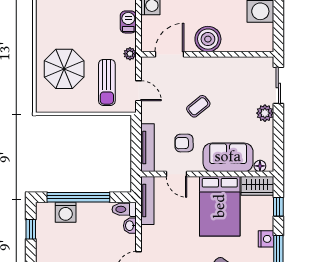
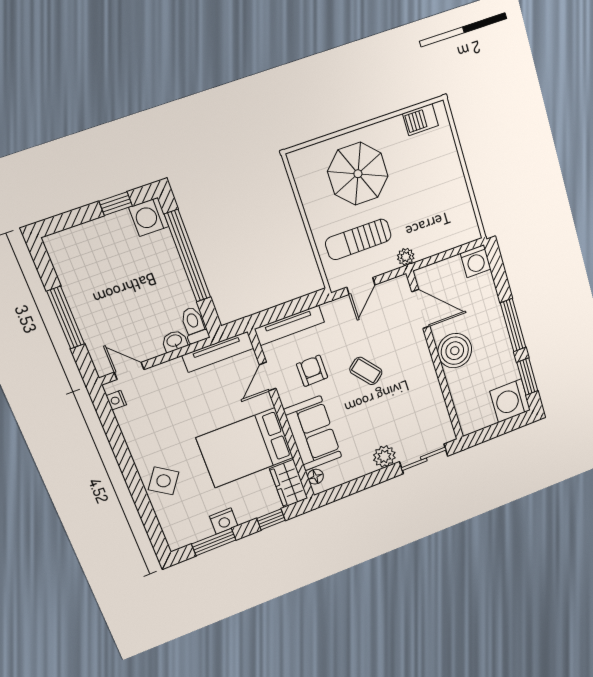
barbecue: (128, 22) -> (420, 120), moved, turned 180
washing machine: (66, 212) -> (149, 217), moved

